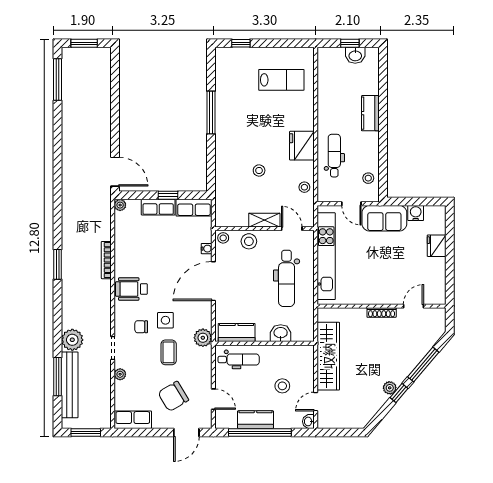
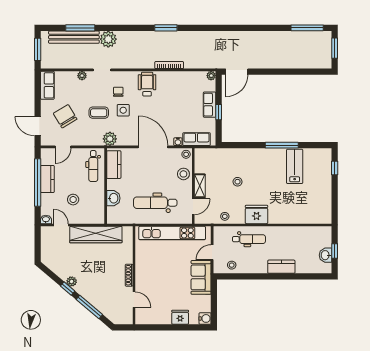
lab bench: (281, 80) -> (295, 166), moved, turned 180
row of seats: (194, 208) -> (197, 139), moved, turned 90
water cooler: (416, 213) -> (205, 318), moved

